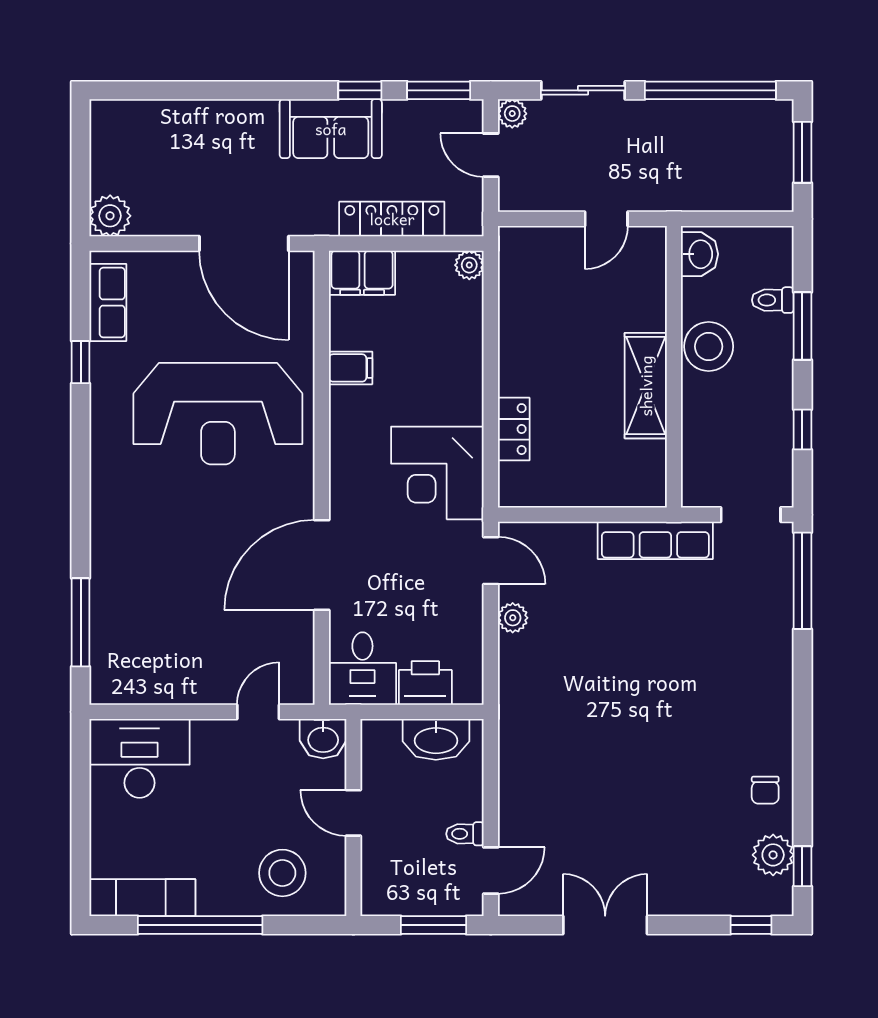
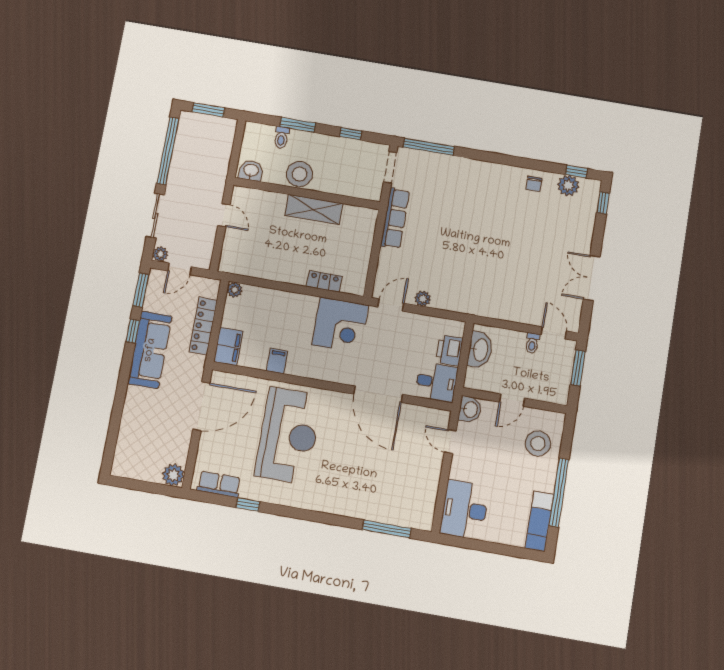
sofa: (331, 129) -> (150, 350), width x1.36
chair: (765, 790) -> (534, 184), turned 90

